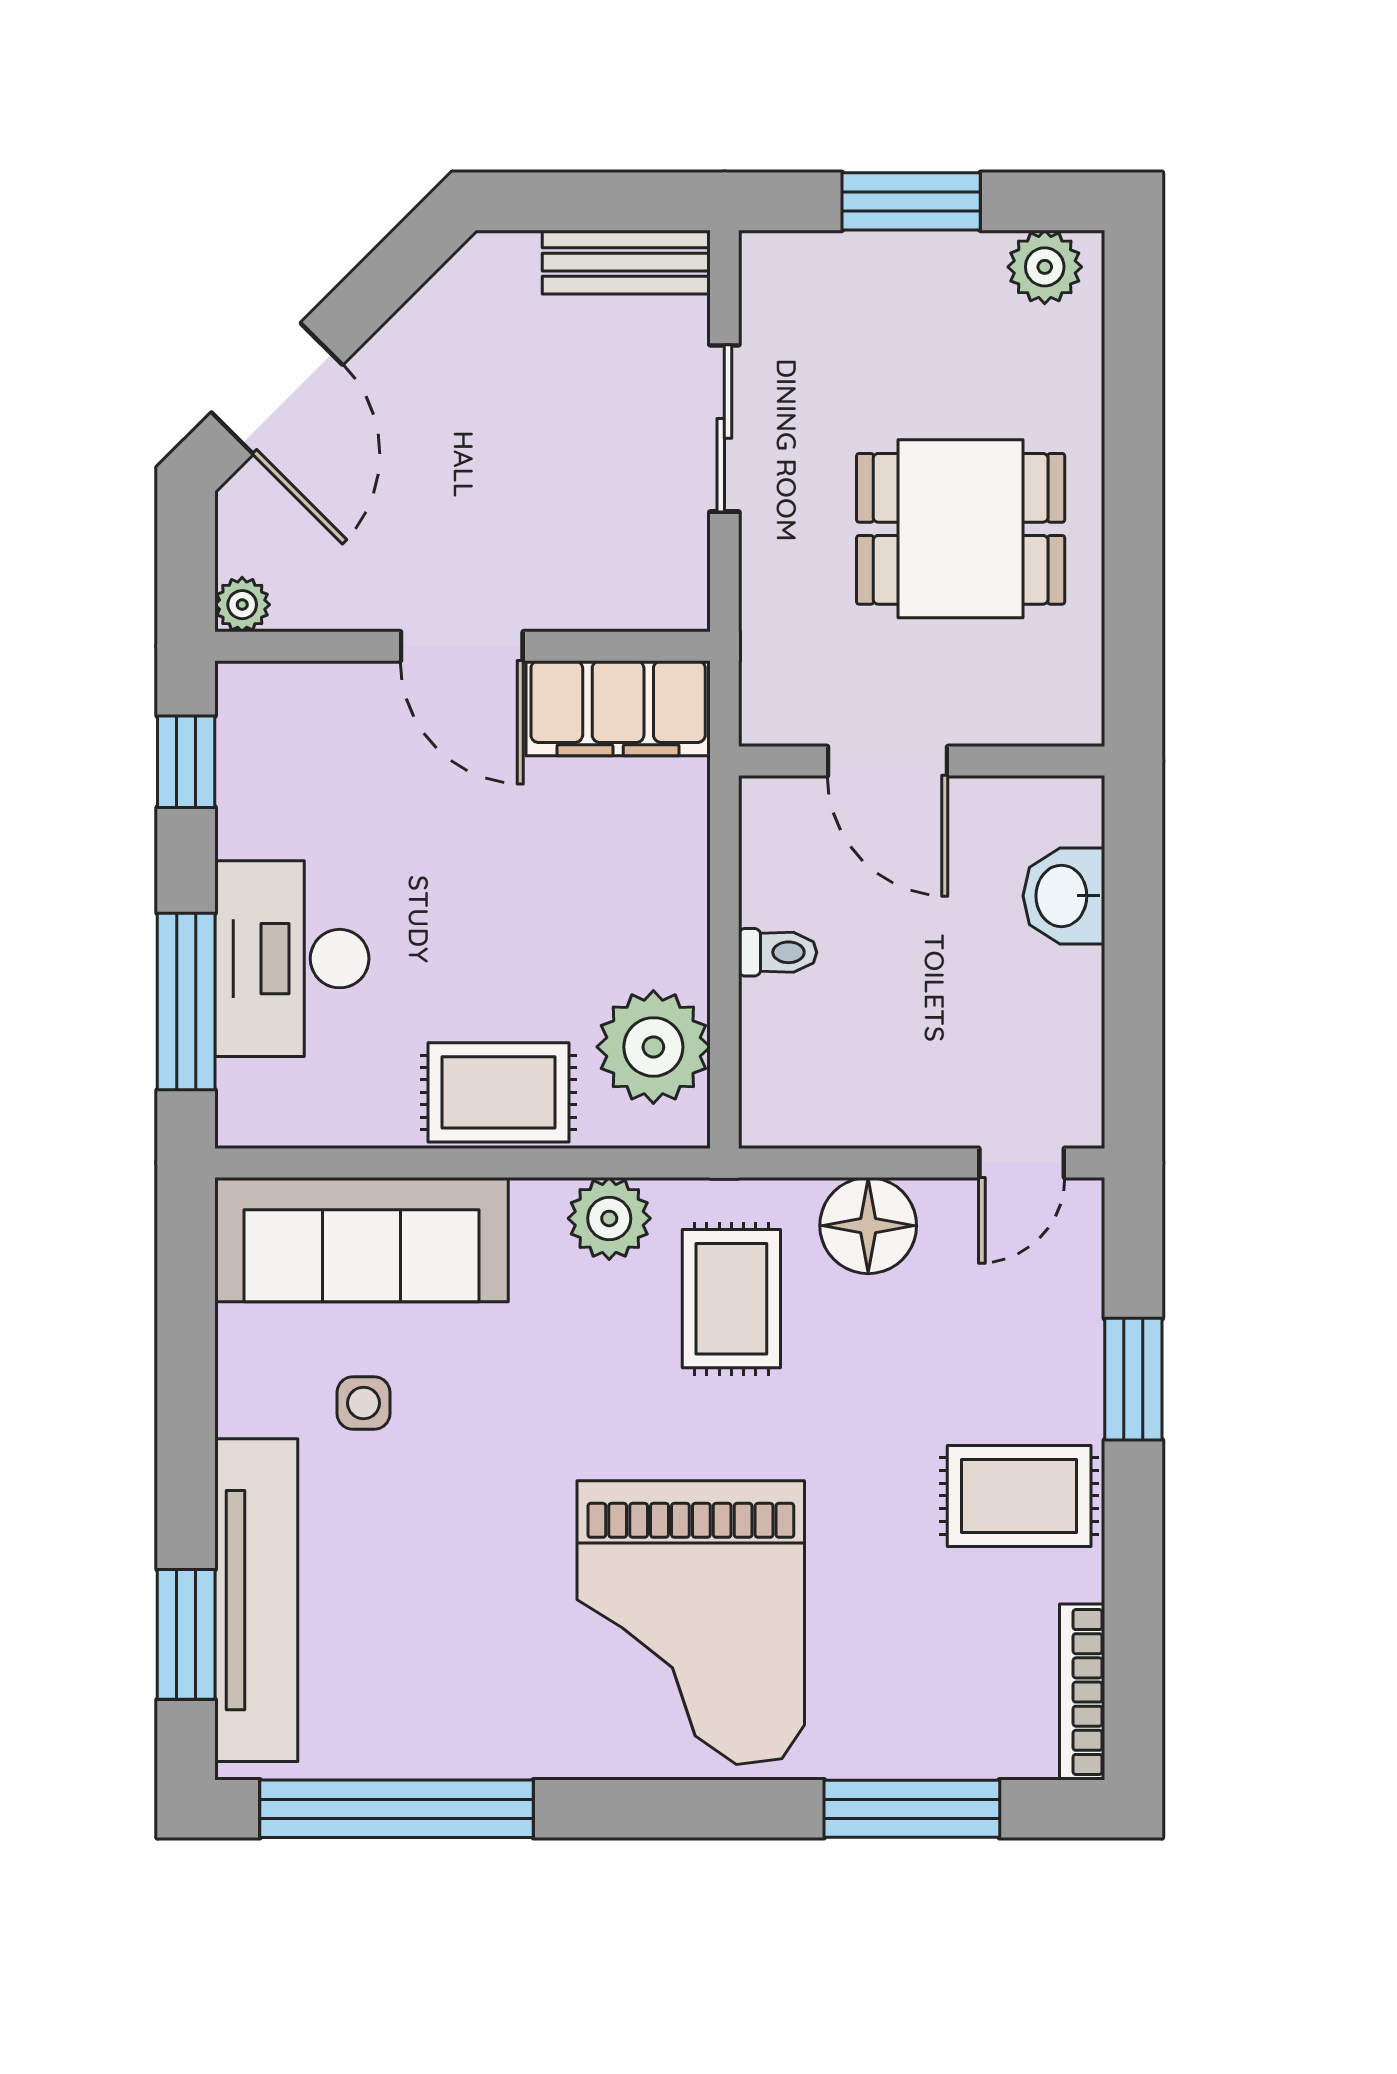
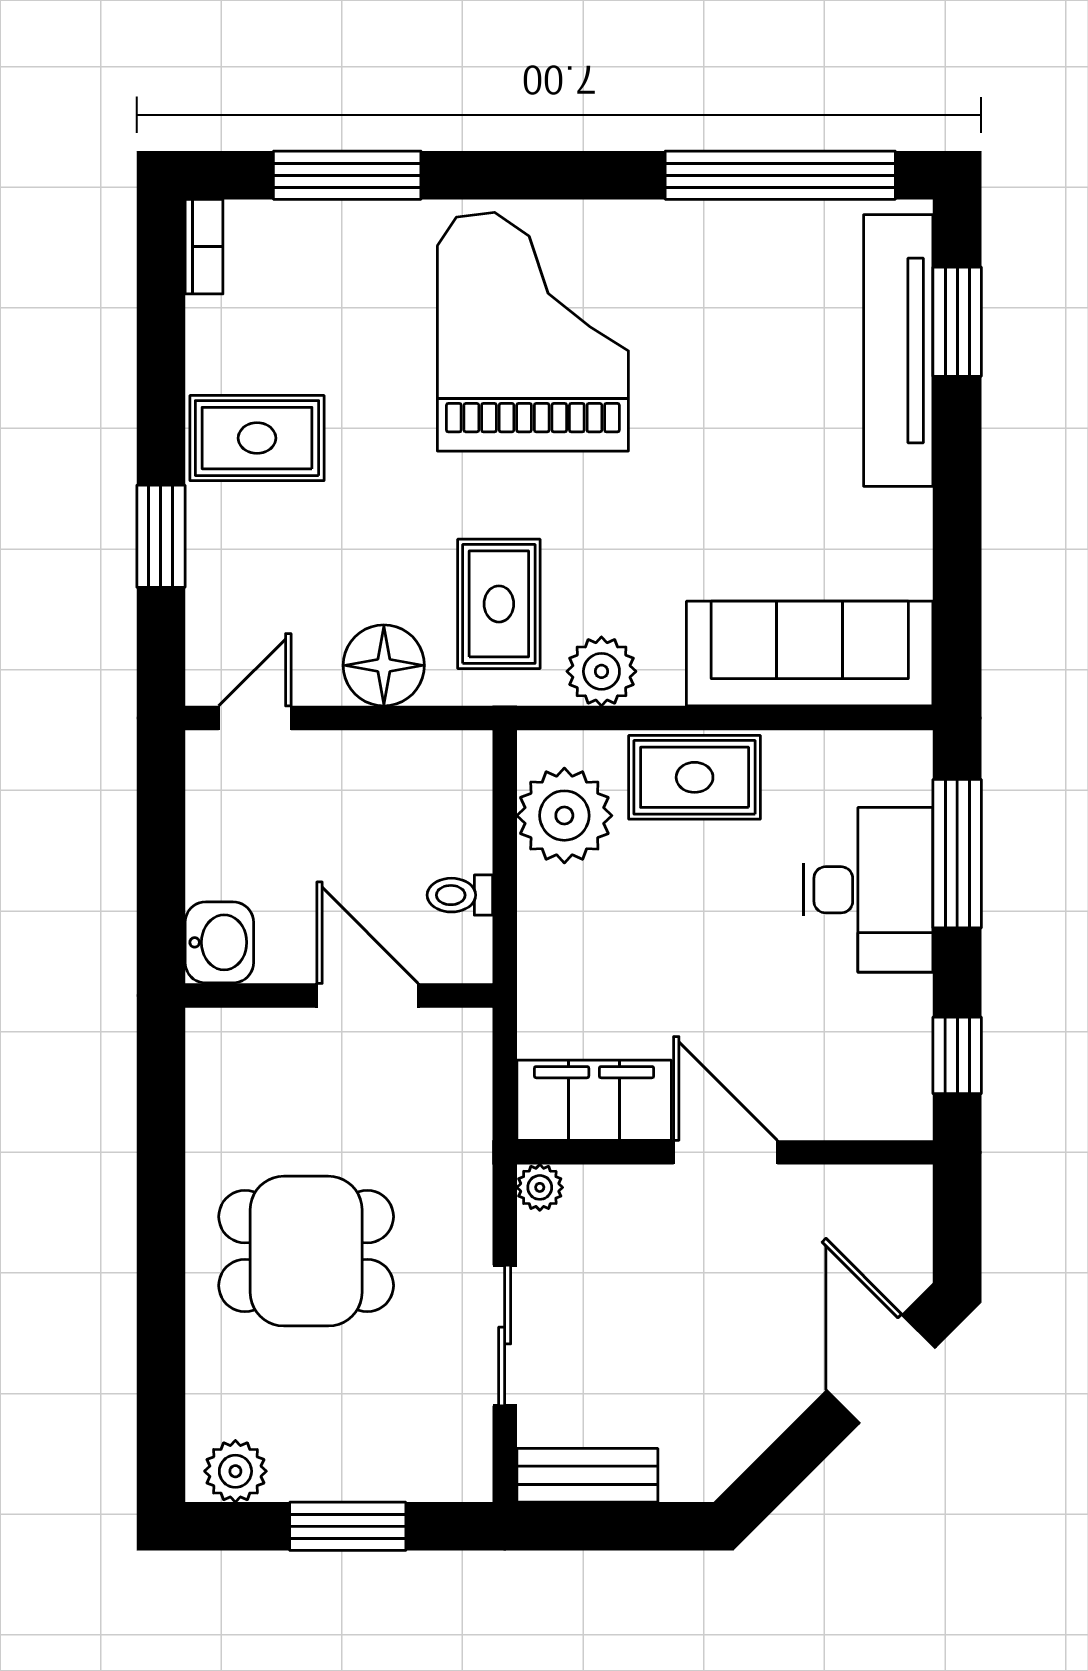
plant: (242, 605) -> (540, 1187), moved
door: (888, 761) -> (367, 996), moved
wall: (922, 761) -> (339, 996), moved
side table: (363, 1403) -> (808, 516), removed
bookcase: (1082, 1692) -> (204, 247), width x0.64

